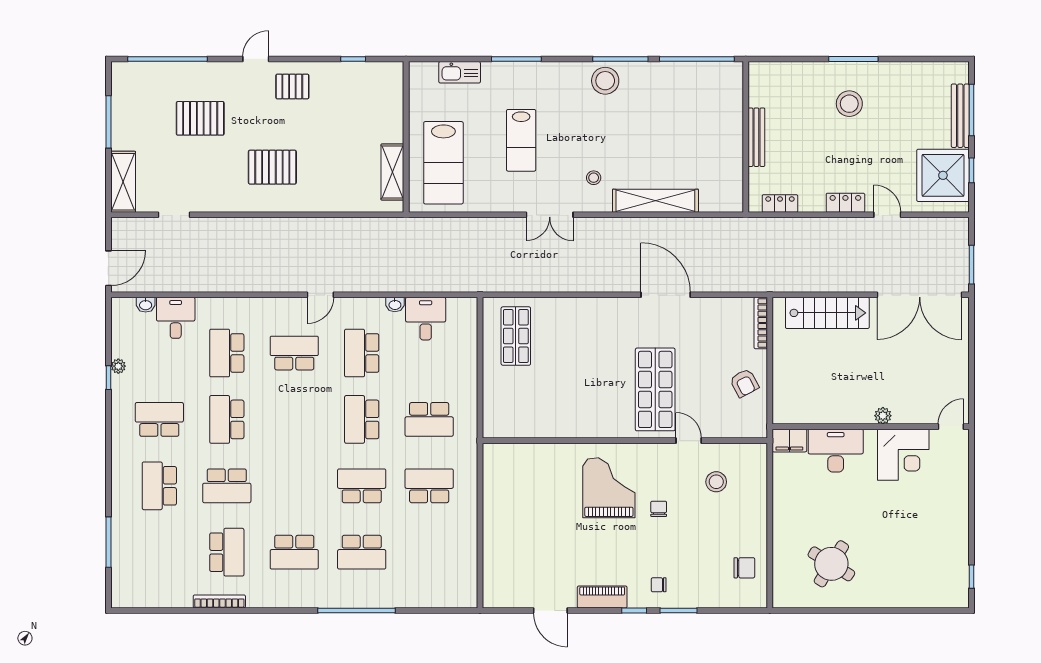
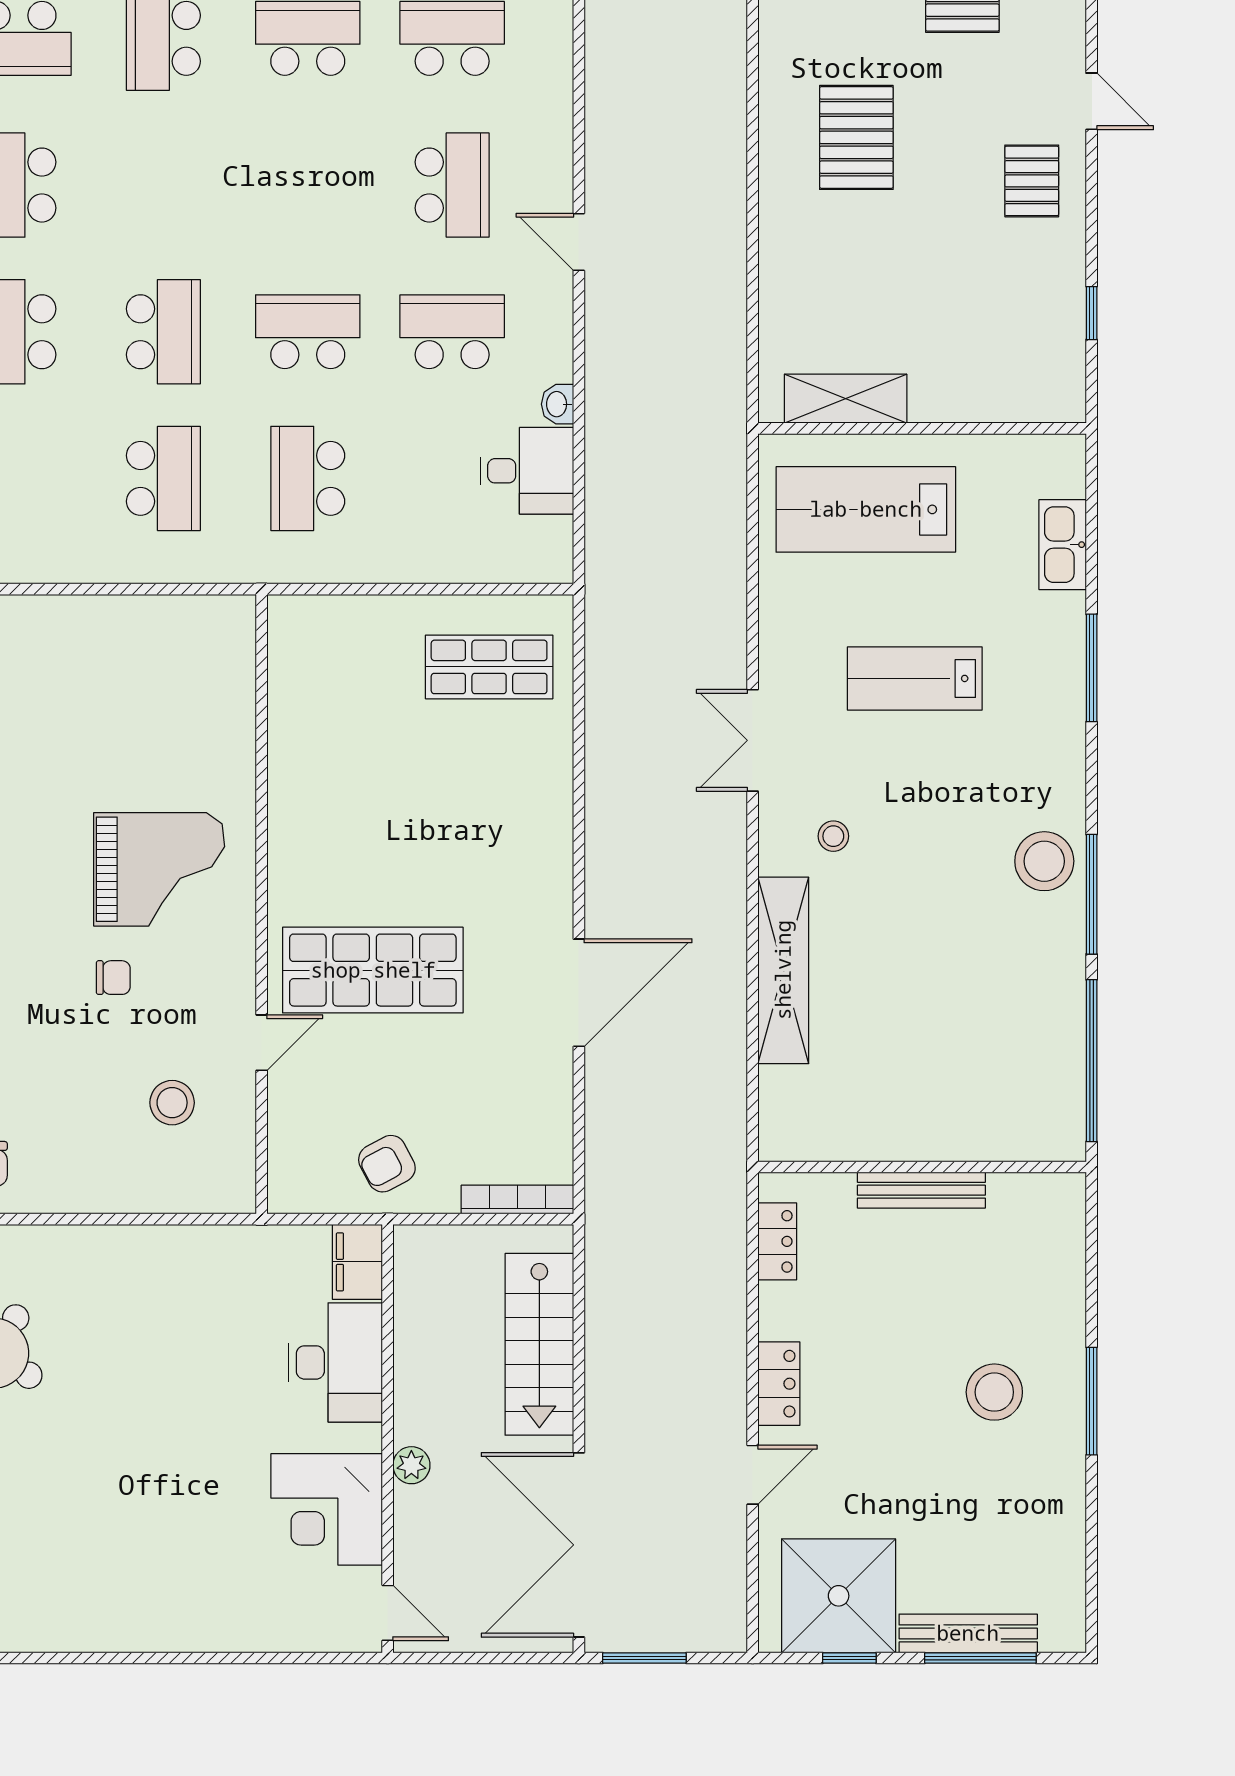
plant: (883, 416) -> (411, 1465), moved
wall: (871, 427) -> (388, 1439), moved
door: (951, 427) -> (388, 1613), moved
filing cabinet: (789, 441) -> (357, 1262), moved
desk: (836, 451) -> (336, 1362), moved
corner desk: (903, 455) -> (327, 1509), moved

